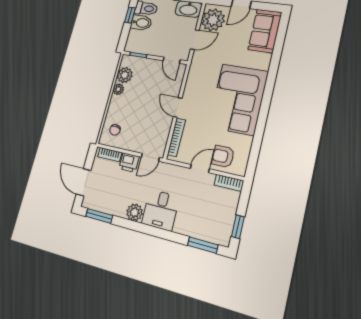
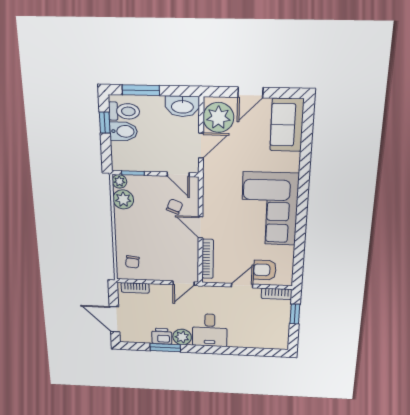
chair: (162, 86) -> (175, 207), added
plant: (118, 89) -> (119, 181), moved
printer: (129, 163) -> (162, 336), moved, turned 180
window: (99, 216) -> (165, 348), moved
window: (238, 227) -> (295, 314), moved
window: (203, 245) -> (262, 352), removed

